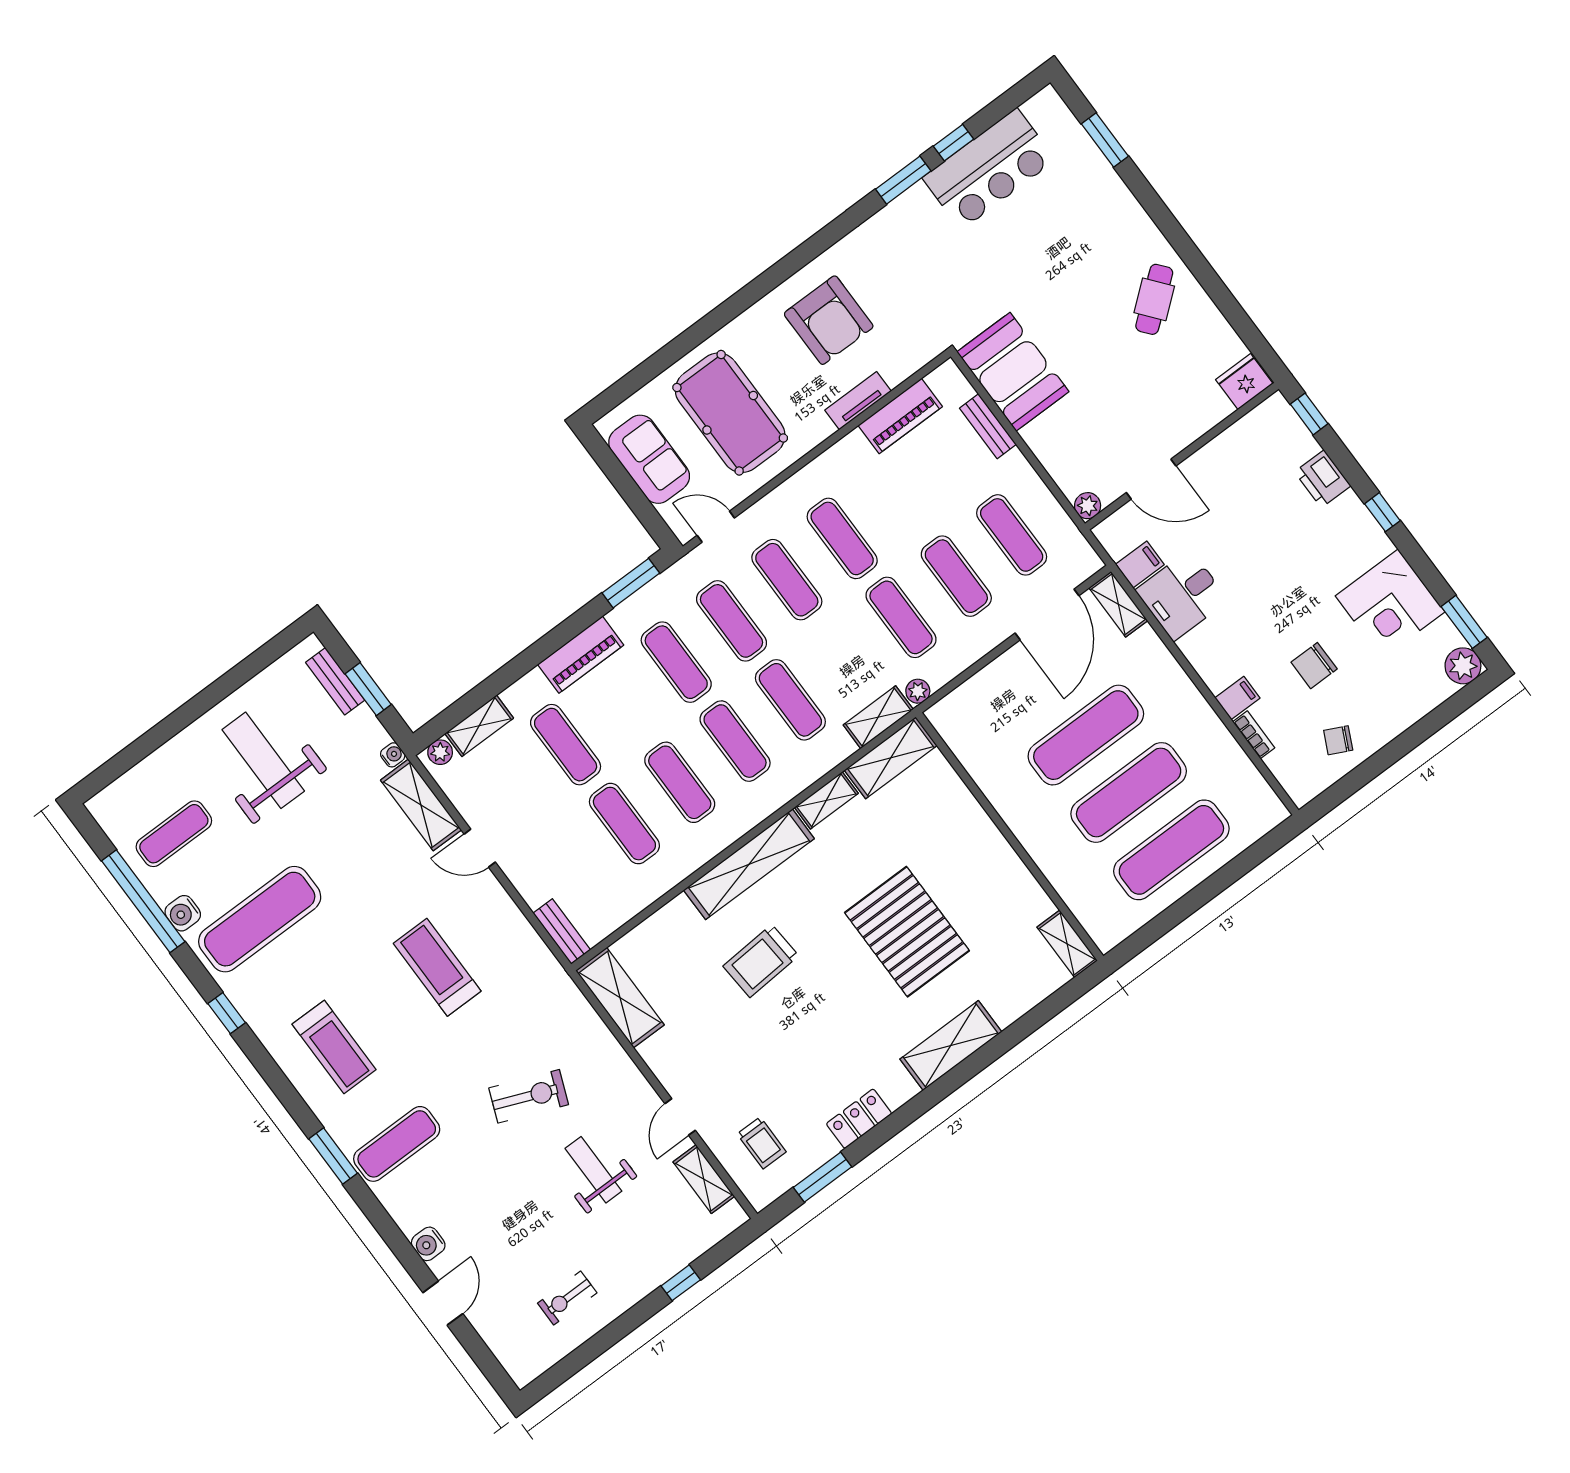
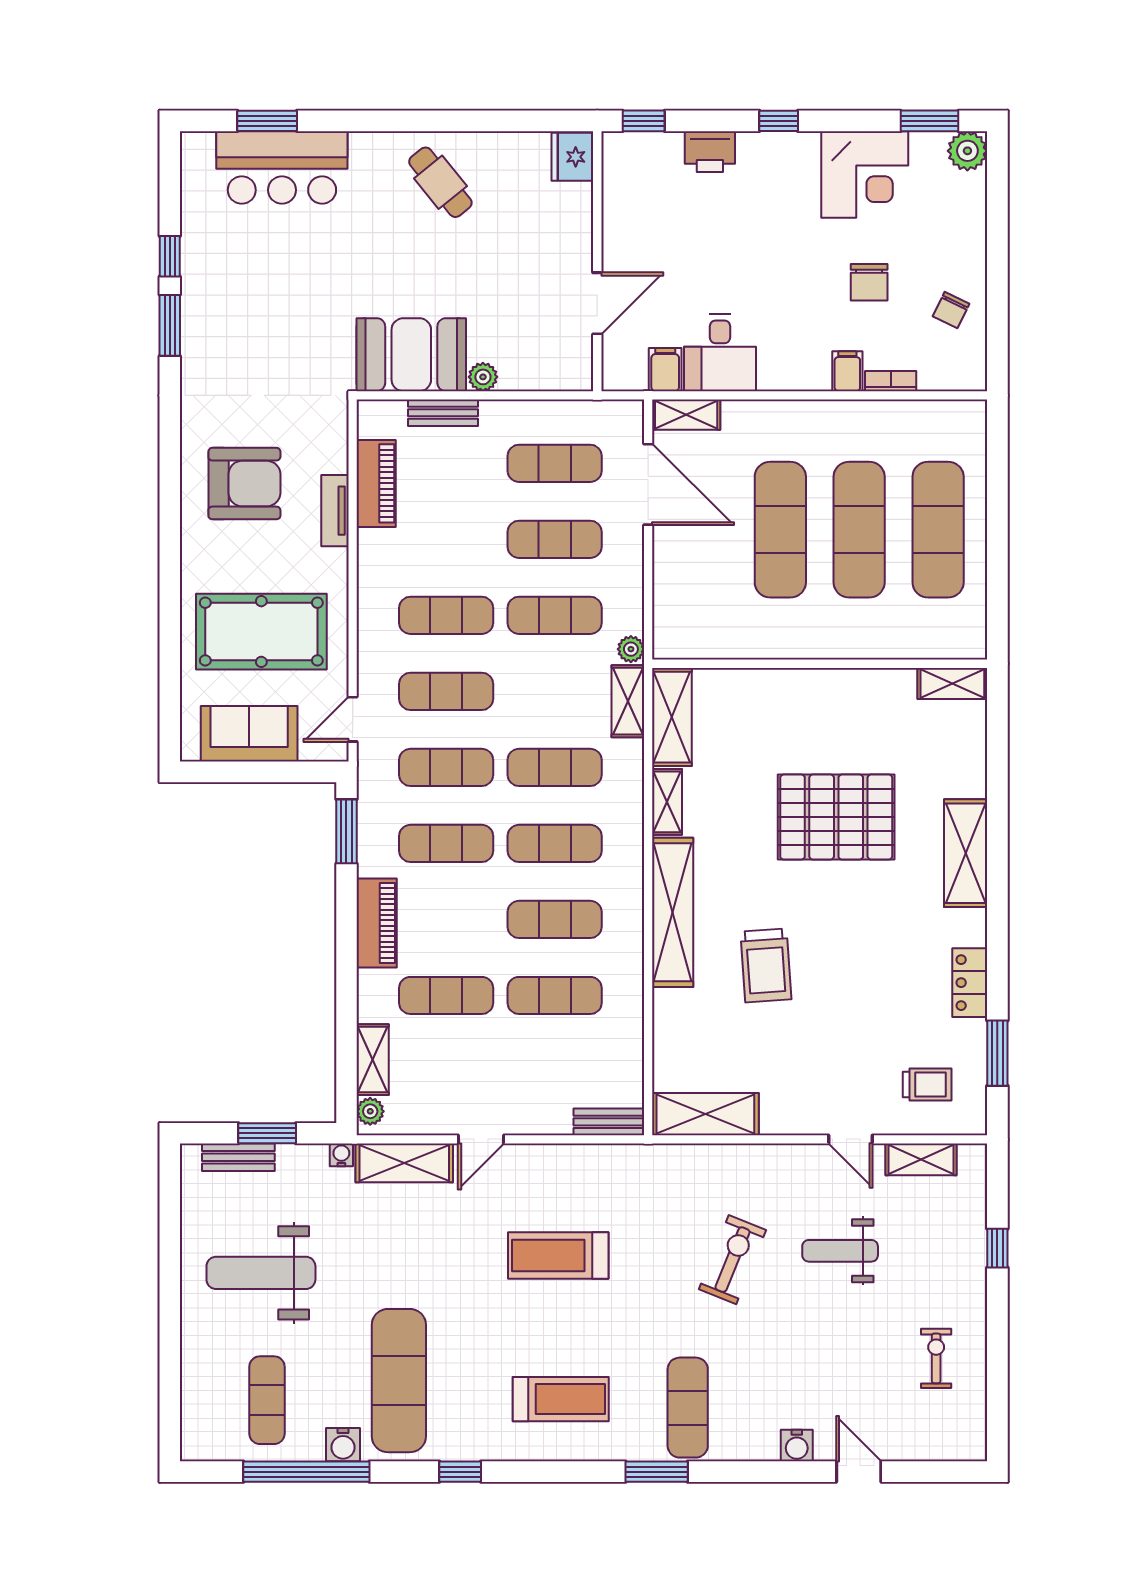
bar counter: (989, 169) -> (282, 167), moved, turned 90
plant: (1088, 506) -> (483, 377), moved
exercise bike: (567, 1298) -> (936, 1358), turned 180

